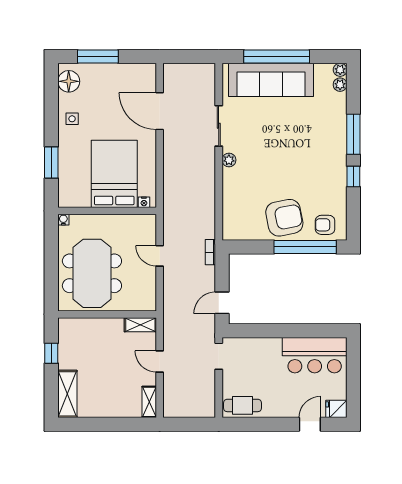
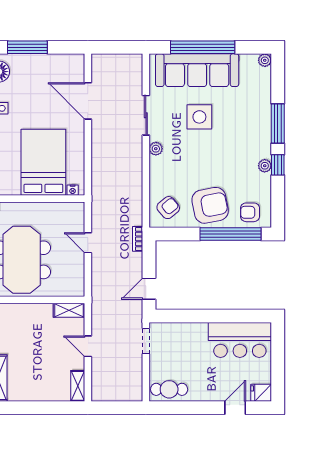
plant: (340, 85) -> (265, 166), moved
side table: (273, 128) -> (199, 117), added
armchair: (242, 220) -> (168, 208), added

